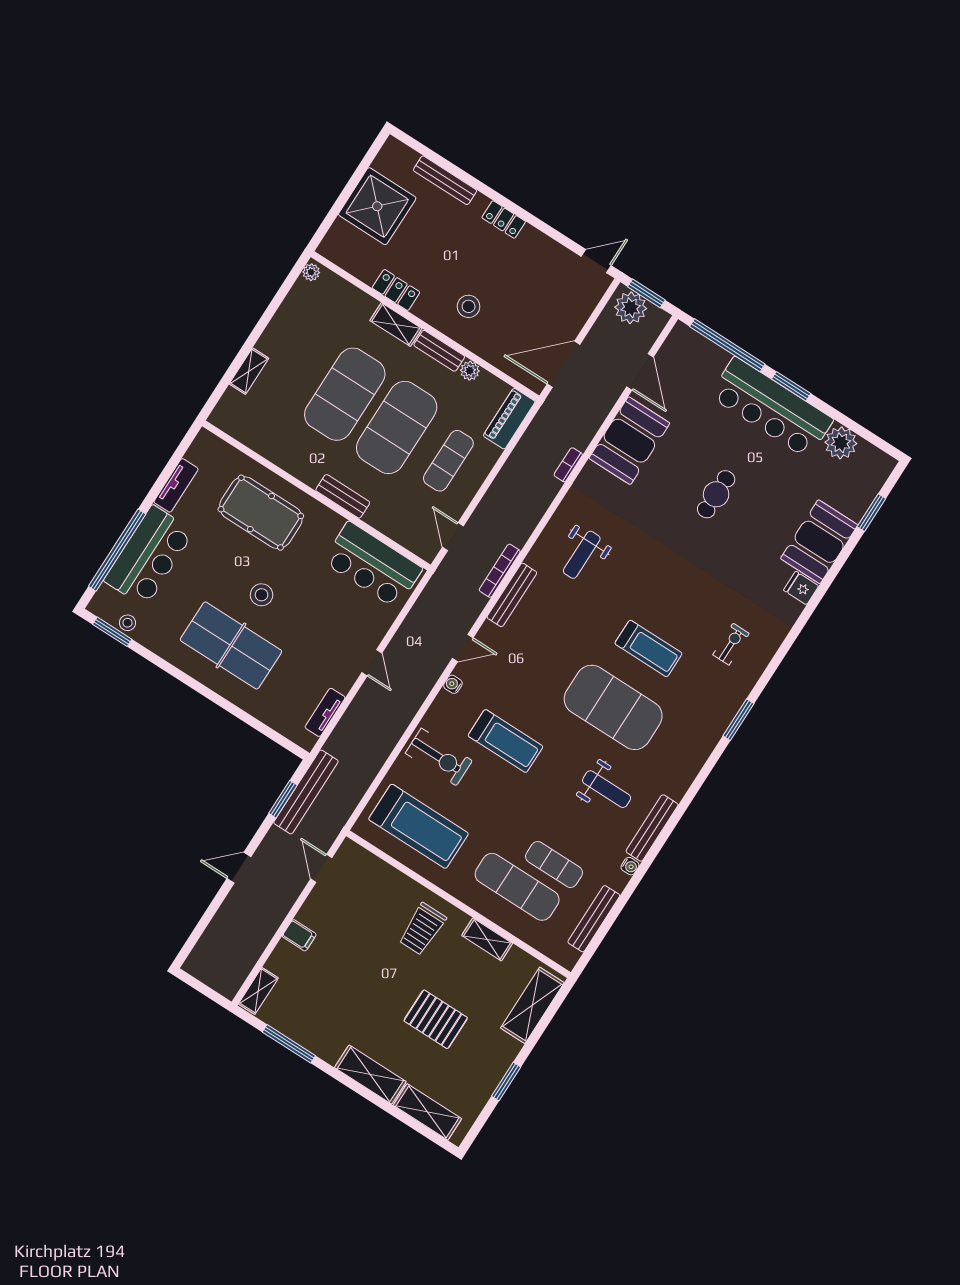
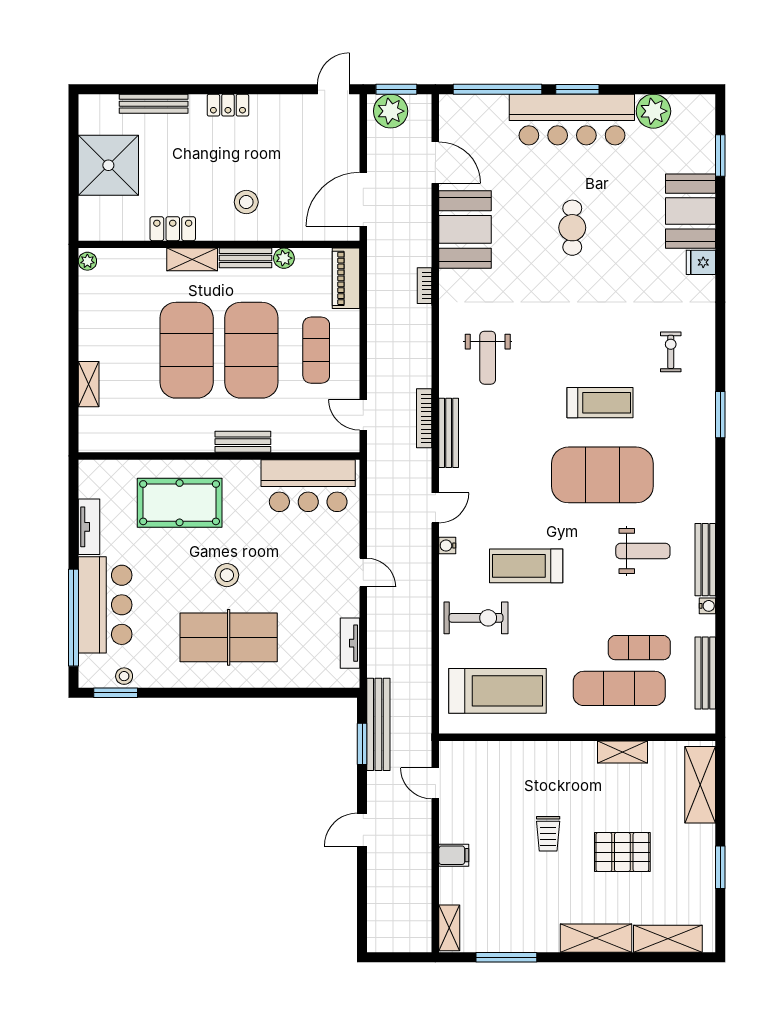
treadmill: (506, 741) -> (526, 566), turned 180
trolley: (422, 929) -> (548, 834), moved, width x0.73, depth x0.72

